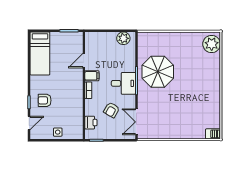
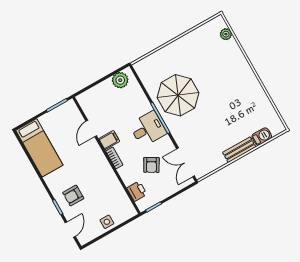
plant: (212, 44) -> (226, 34), width x0.53, depth x0.53
bench: (179, 134) -> (239, 150), added
barbecue: (213, 134) -> (262, 136), moved

